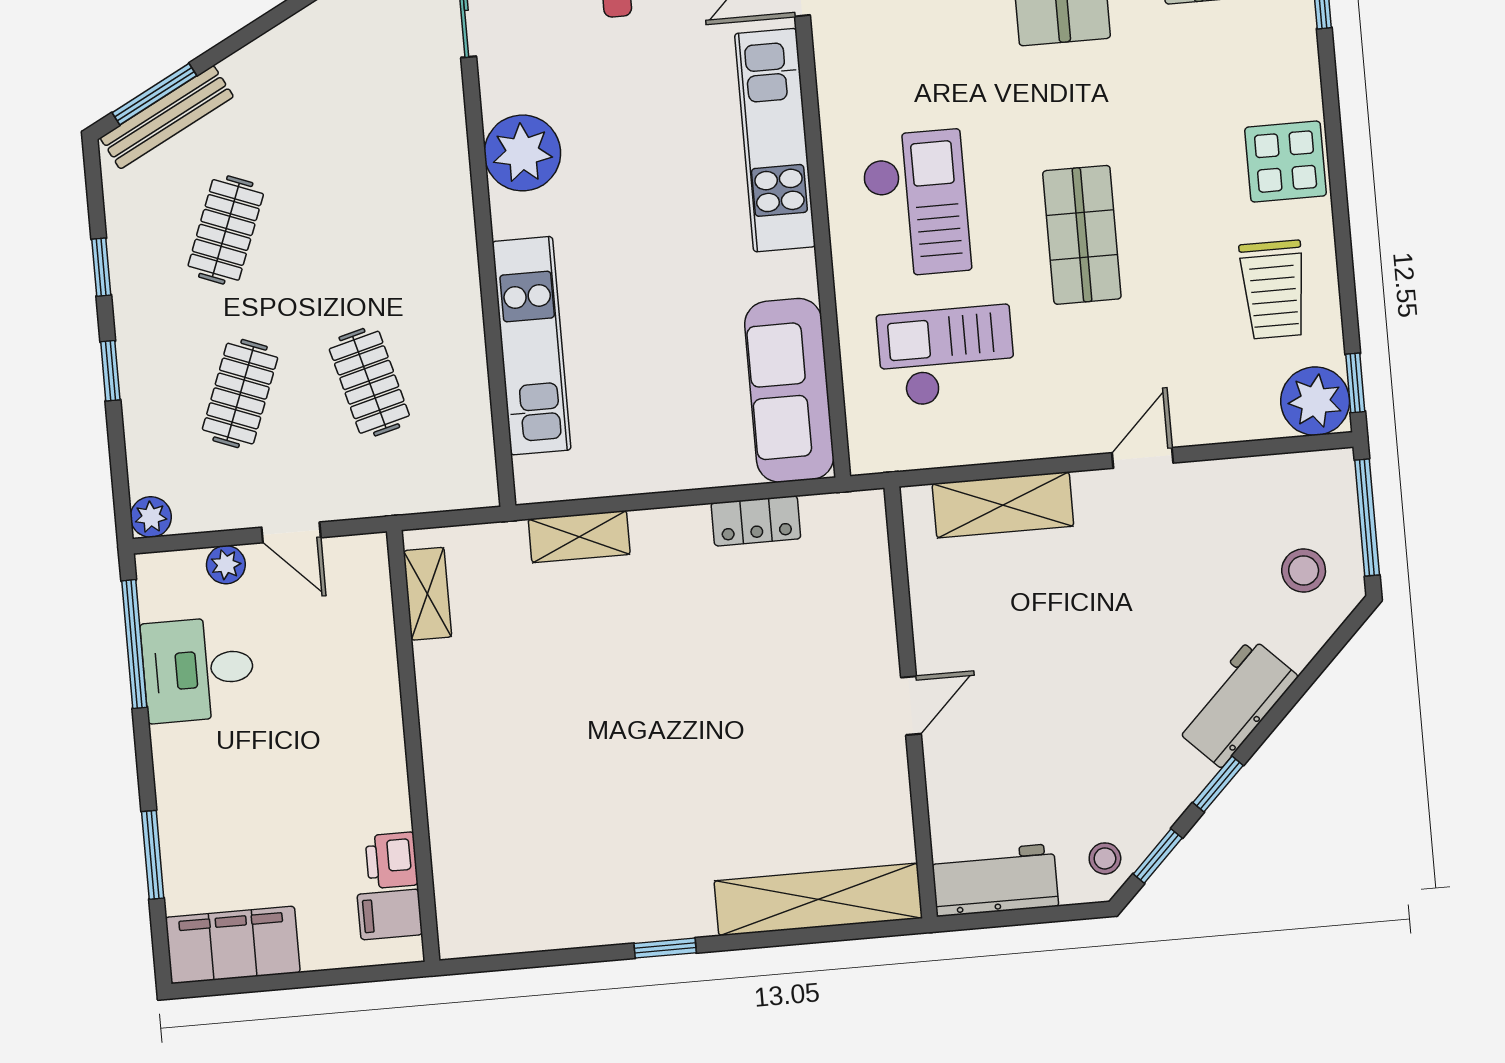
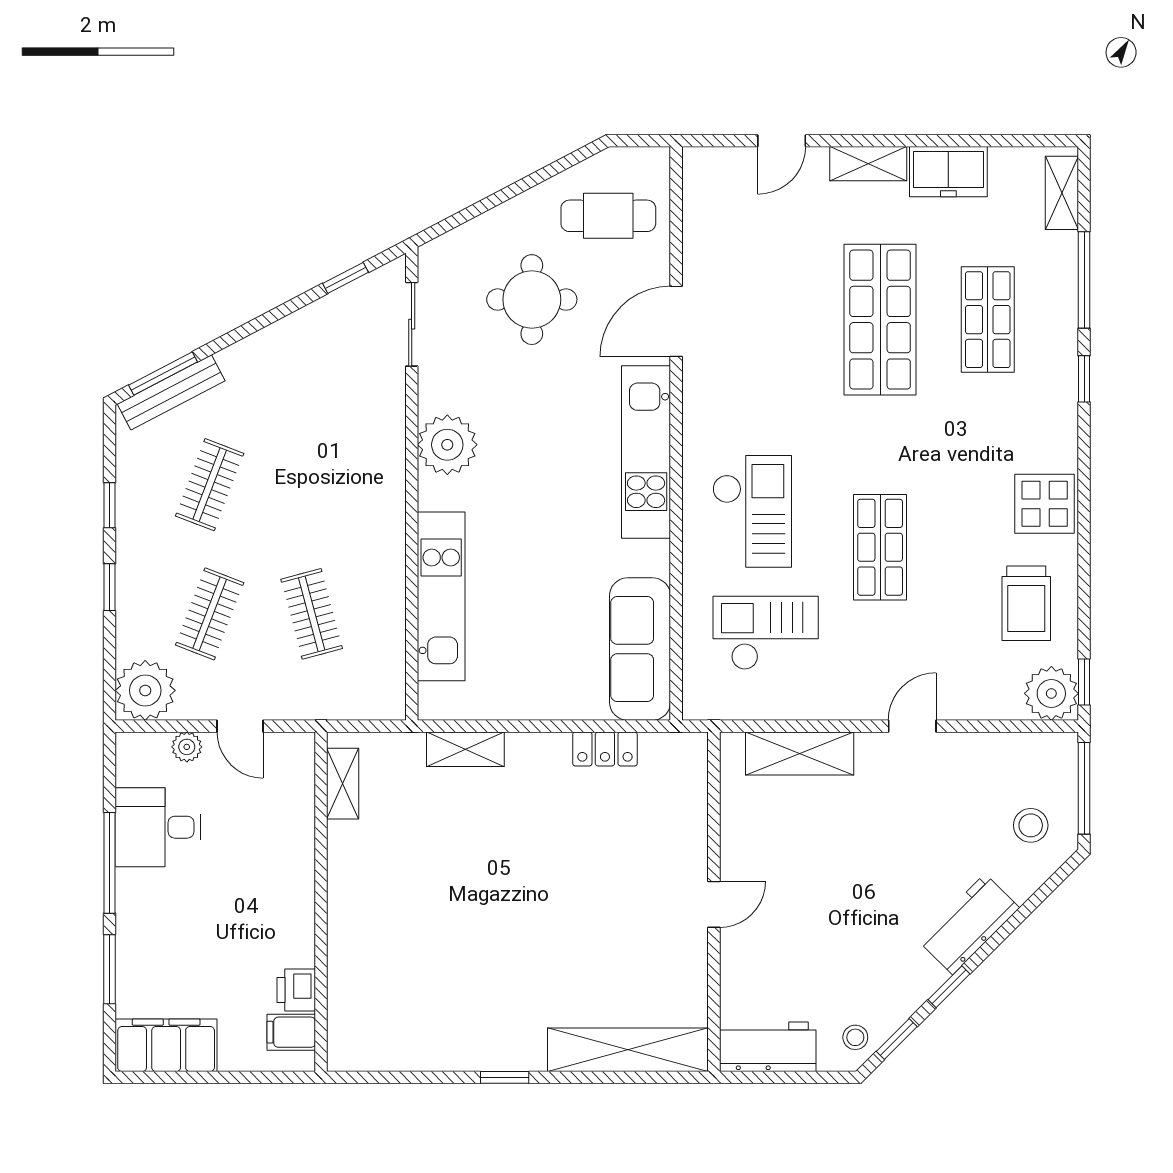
plant: (151, 517) -> (145, 690), width x1.88, depth x1.88
window: (134, 644) -> (110, 863), moved

